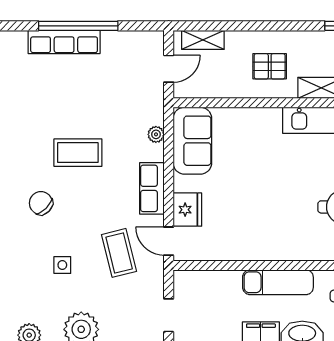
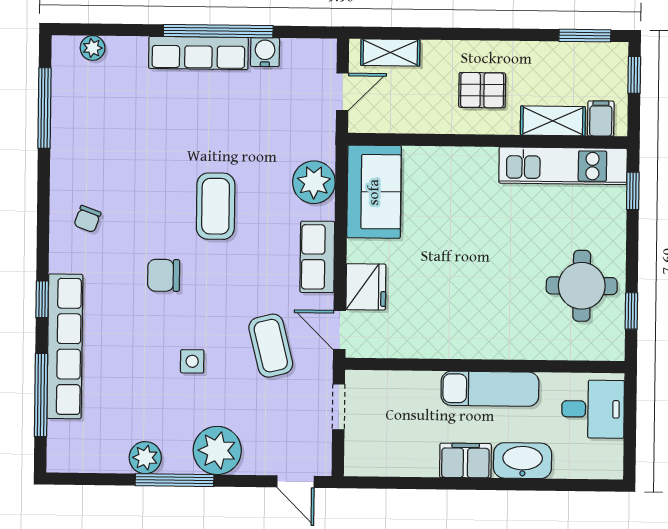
water cooler: (112, 41) -> (265, 52), added
plant: (156, 134) -> (314, 182), width x1.87, depth x1.87
coffee table: (78, 153) -> (216, 206), turned 90
chair: (41, 203) -> (164, 275), turned -45
doorway: (169, 315) -> (339, 407), moved

